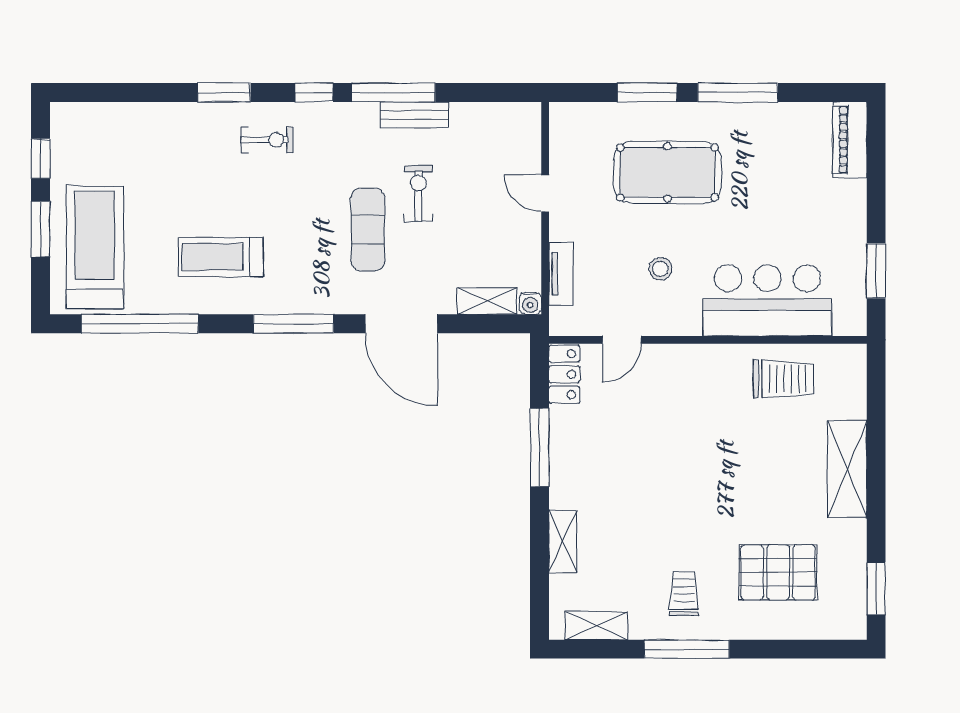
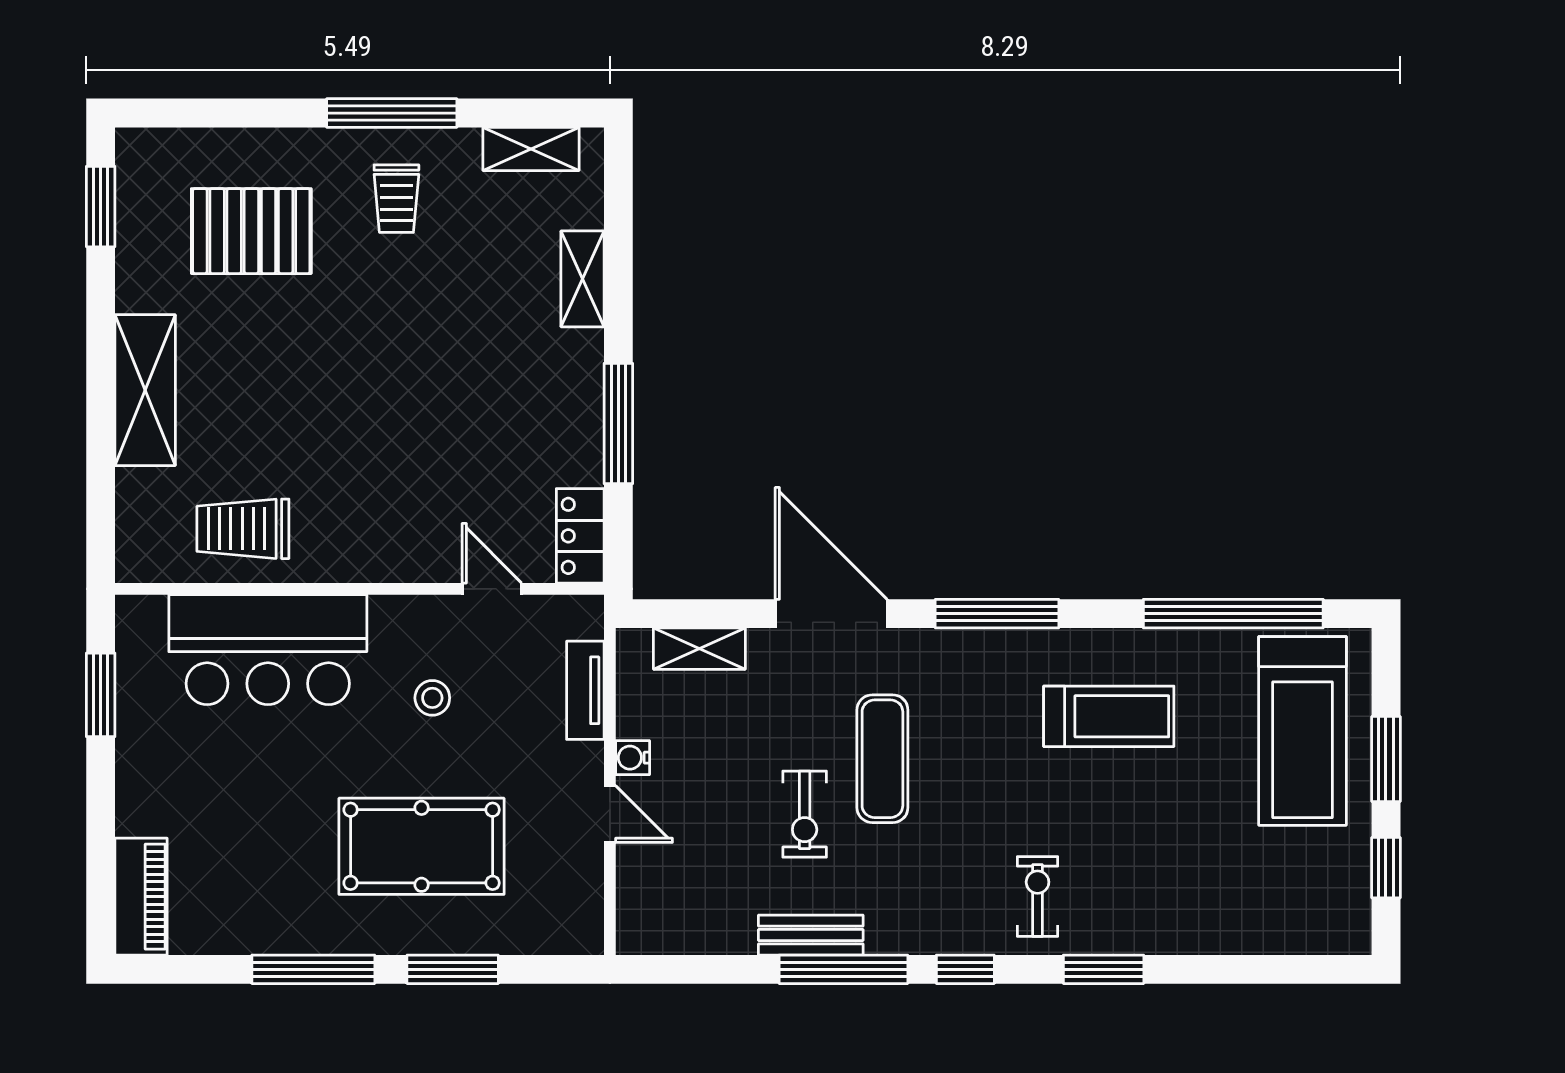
exercise bike: (267, 140) -> (1038, 896), turned 90
water cooler: (530, 303) -> (633, 758), moved, turned -90
door: (622, 340) -> (492, 589), hinge flipped

